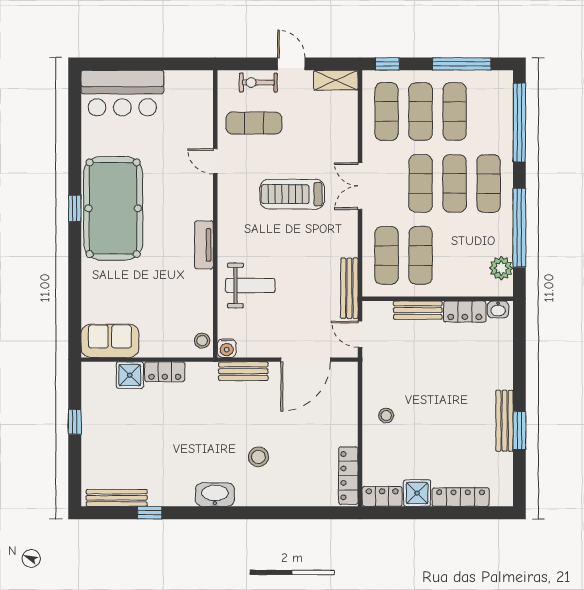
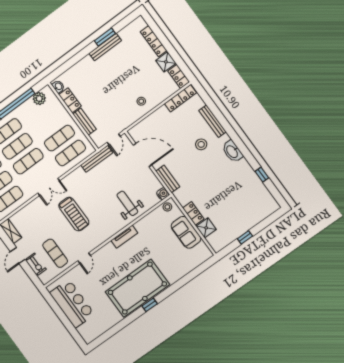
bar counter: (122, 93) -> (72, 304), moved
sofa: (110, 341) -> (186, 232), moved
bench: (117, 498) -> (213, 121), moved

